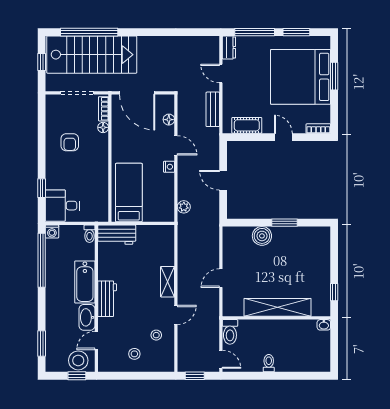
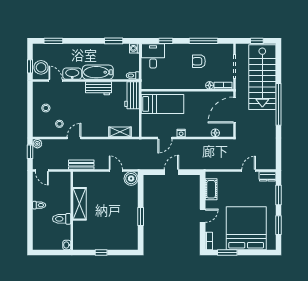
window: (89, 32) -> (279, 104), moved
window: (255, 32) -> (279, 195), width x0.69
window: (334, 76) -> (227, 253), moved
bench: (213, 109) -> (81, 165), moved
window: (42, 136) -> (203, 41), added
door: (176, 145) -> (165, 138), moved
plant: (184, 207) -> (37, 144), moved
boiler: (262, 236) -> (131, 179), moved
window: (42, 260) -> (114, 41), width x0.47
door: (221, 278) -> (116, 171), moved
shelving: (168, 282) -> (120, 132), moved
window: (334, 292) -> (101, 253), moved
workbench: (107, 299) -> (99, 88), moved
shelving: (277, 307) -> (79, 204), width x0.68
door: (176, 315) -> (74, 138), swing flipped
toilet: (230, 332) -> (62, 219), moved
door: (221, 359) -> (42, 171), hinge flipped

